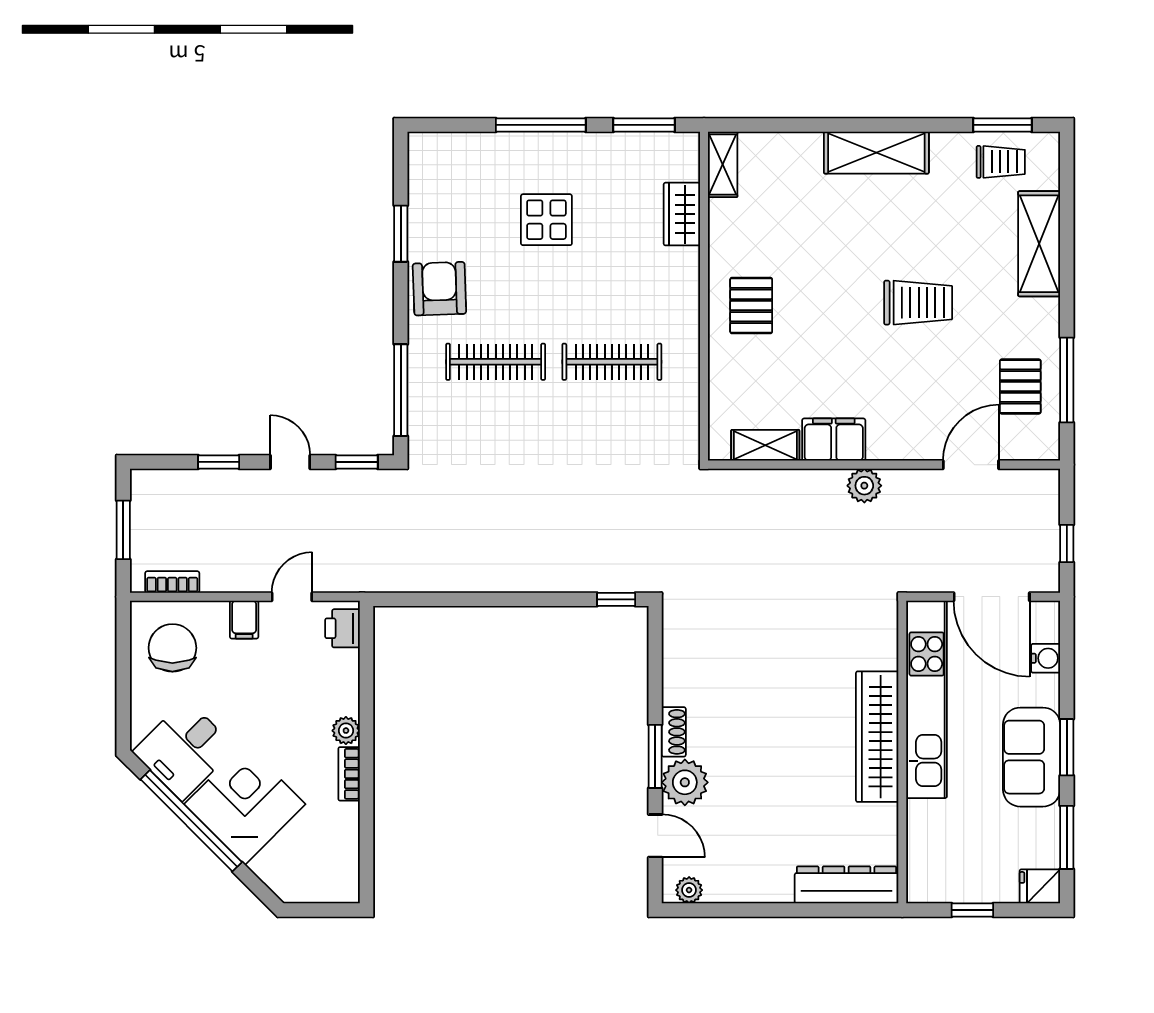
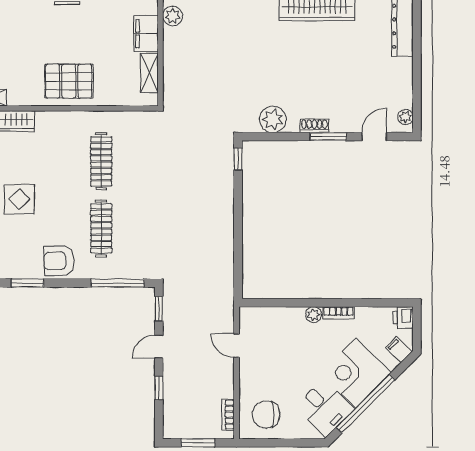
pallet: (751, 306) -> (69, 81), width x1.50, depth x1.42
filing cabinet: (244, 620) -> (399, 350), moved, turned -135
printer: (342, 628) -> (403, 318), moved, turned 90
plant: (685, 782) -> (273, 119), moved

